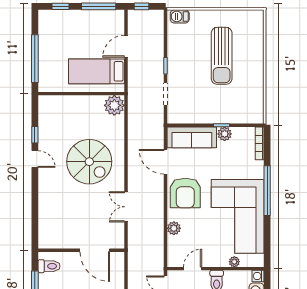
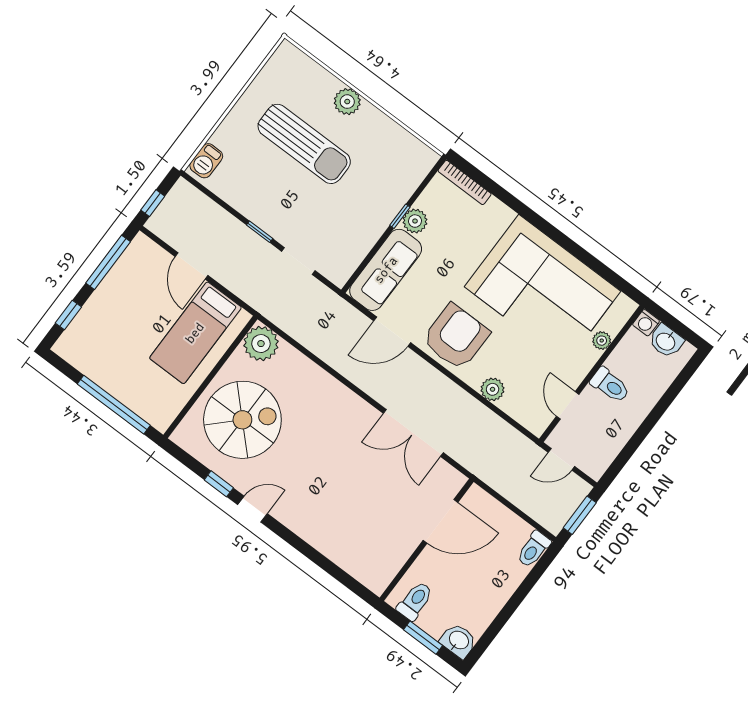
plant: (256, 61) -> (347, 102), added
spiral stairs: (89, 162) -> (242, 420), moved
window: (267, 191) -> (538, 221), removed
armchair: (185, 193) -> (456, 337), turned -90
double door: (126, 207) -> (413, 433), width x1.37

